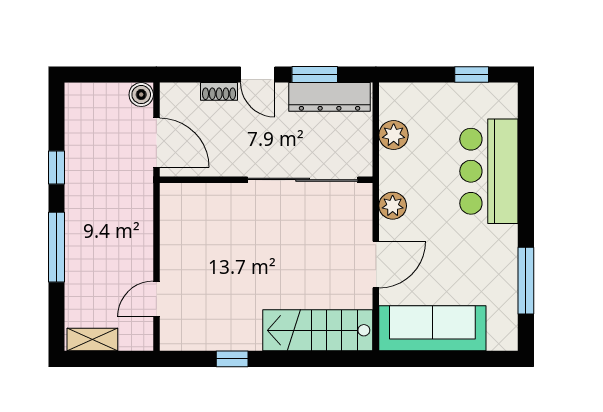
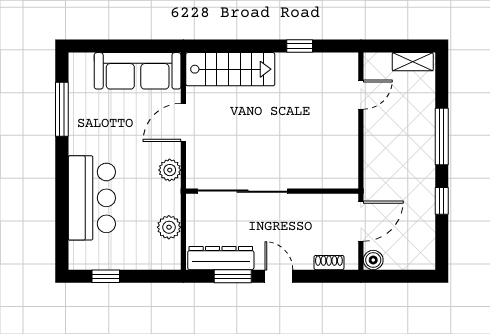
shoe rack: (219, 91) -> (329, 263), moved
door: (156, 143) -> (361, 221), swing flipped

